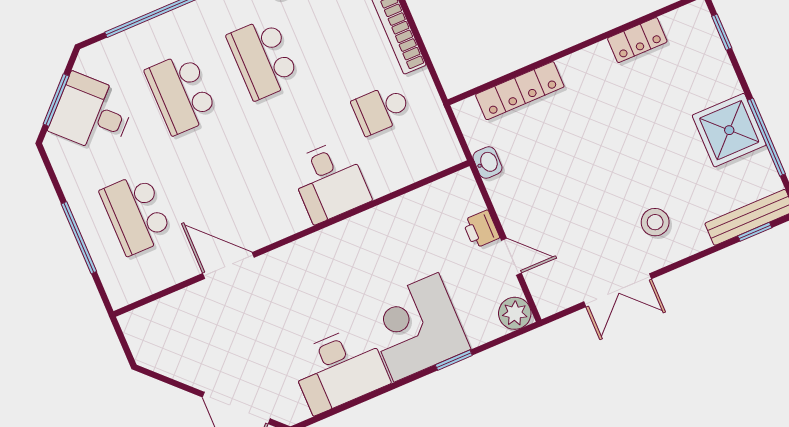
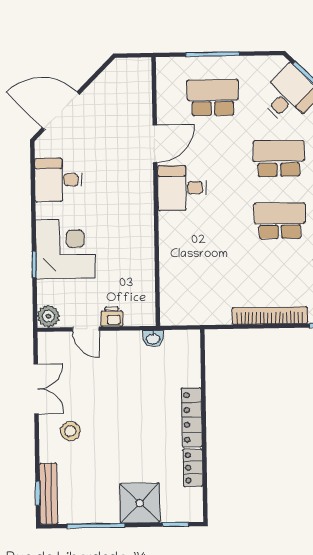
locker: (520, 91) -> (192, 417), moved
school desk: (381, 109) -> (216, 284), removed
shower: (729, 130) -> (140, 503), moved
desk: (330, 181) -> (182, 188), moved
door: (511, 257) -> (86, 329), hinge flipped
double door: (618, 290) -> (36, 389), swing flipped
desk: (339, 369) -> (58, 180), width x0.73

